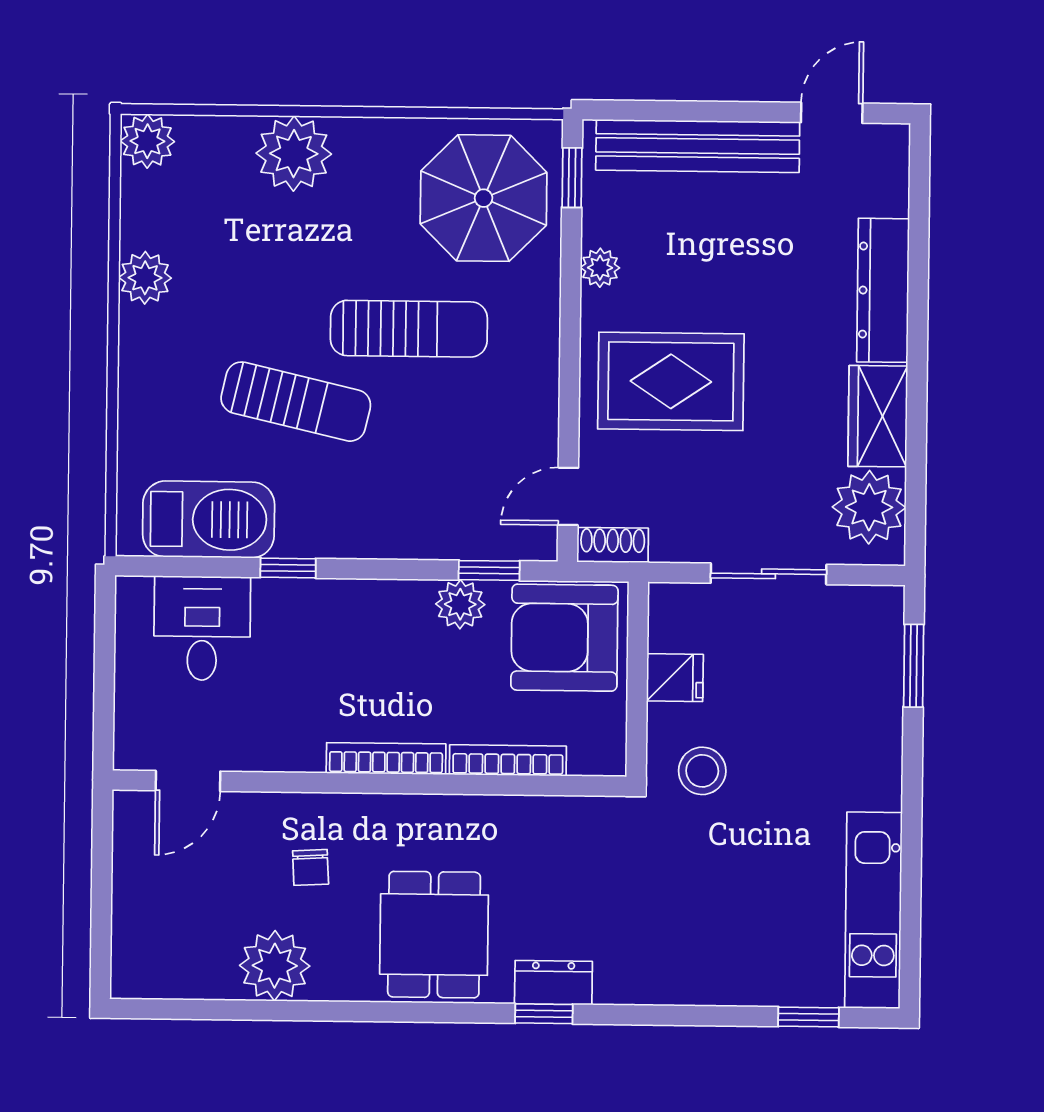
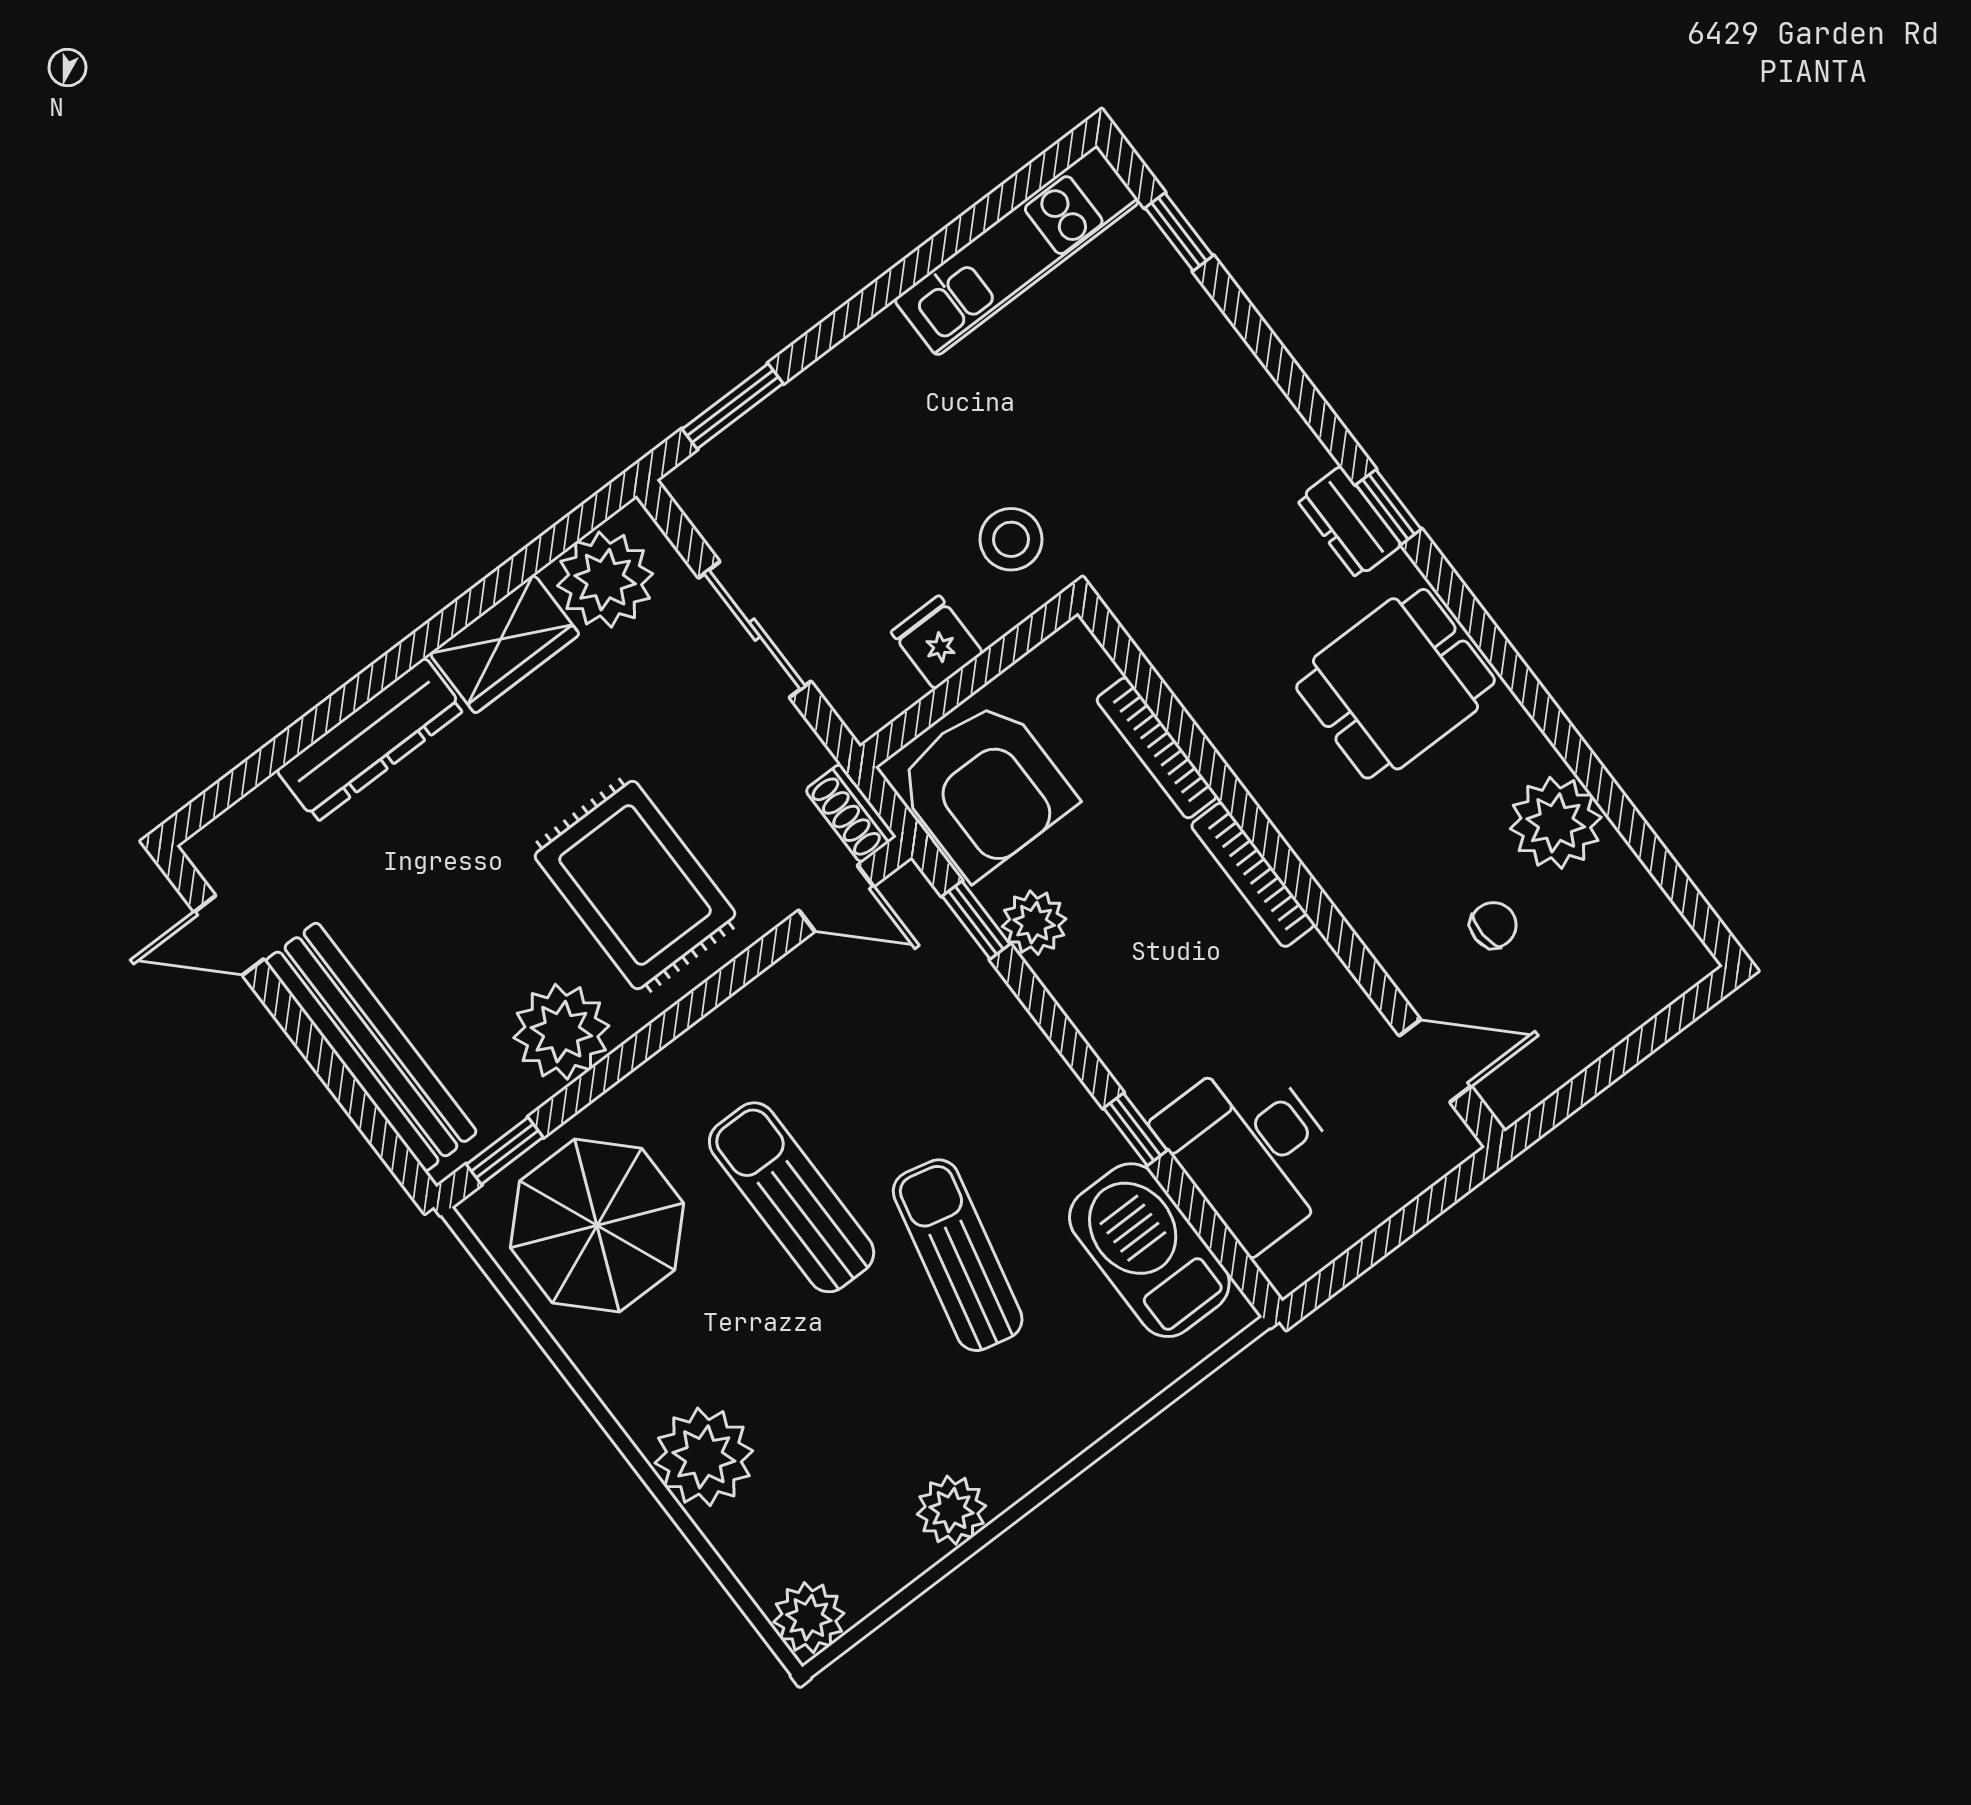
plant: (600, 268) -> (561, 1032), width x1.87, depth x1.87
desk: (202, 628) -> (1252, 1151), width x1.37
chair: (311, 867) -> (1493, 925), moved

